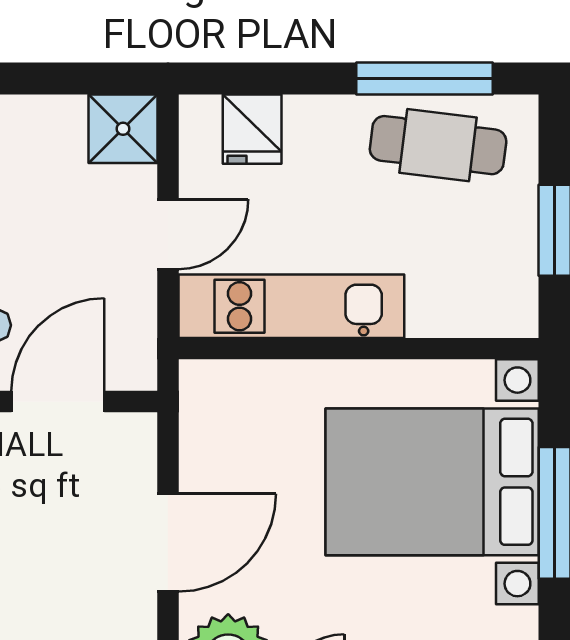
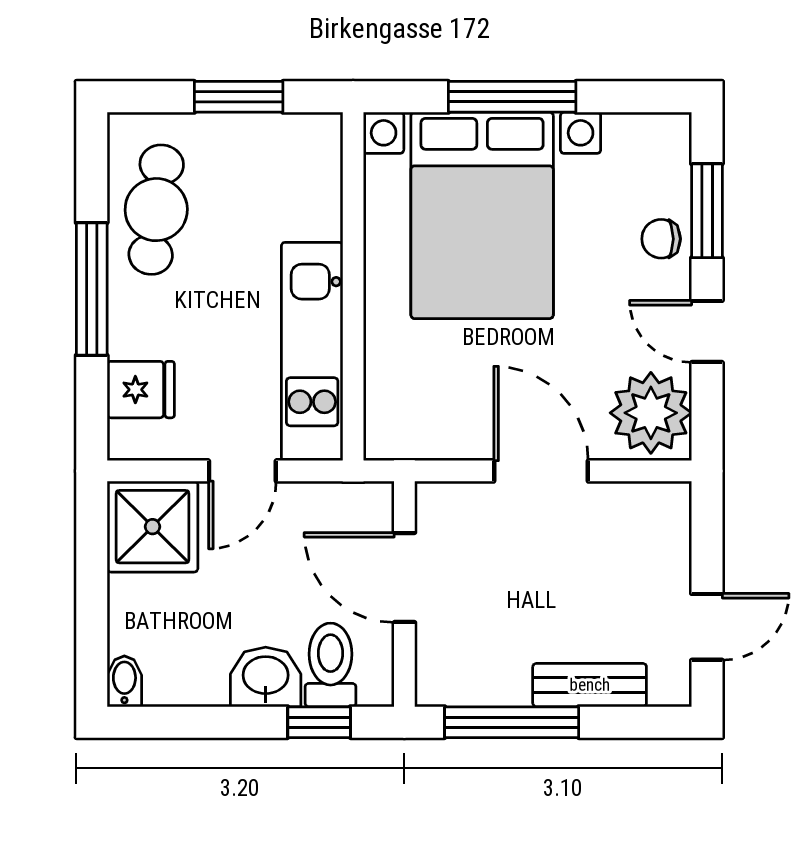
window: (425, 78) -> (92, 289), moved
shower: (123, 129) -> (152, 527), width x1.36, depth x1.36
door: (168, 234) -> (242, 471), swing flipped

